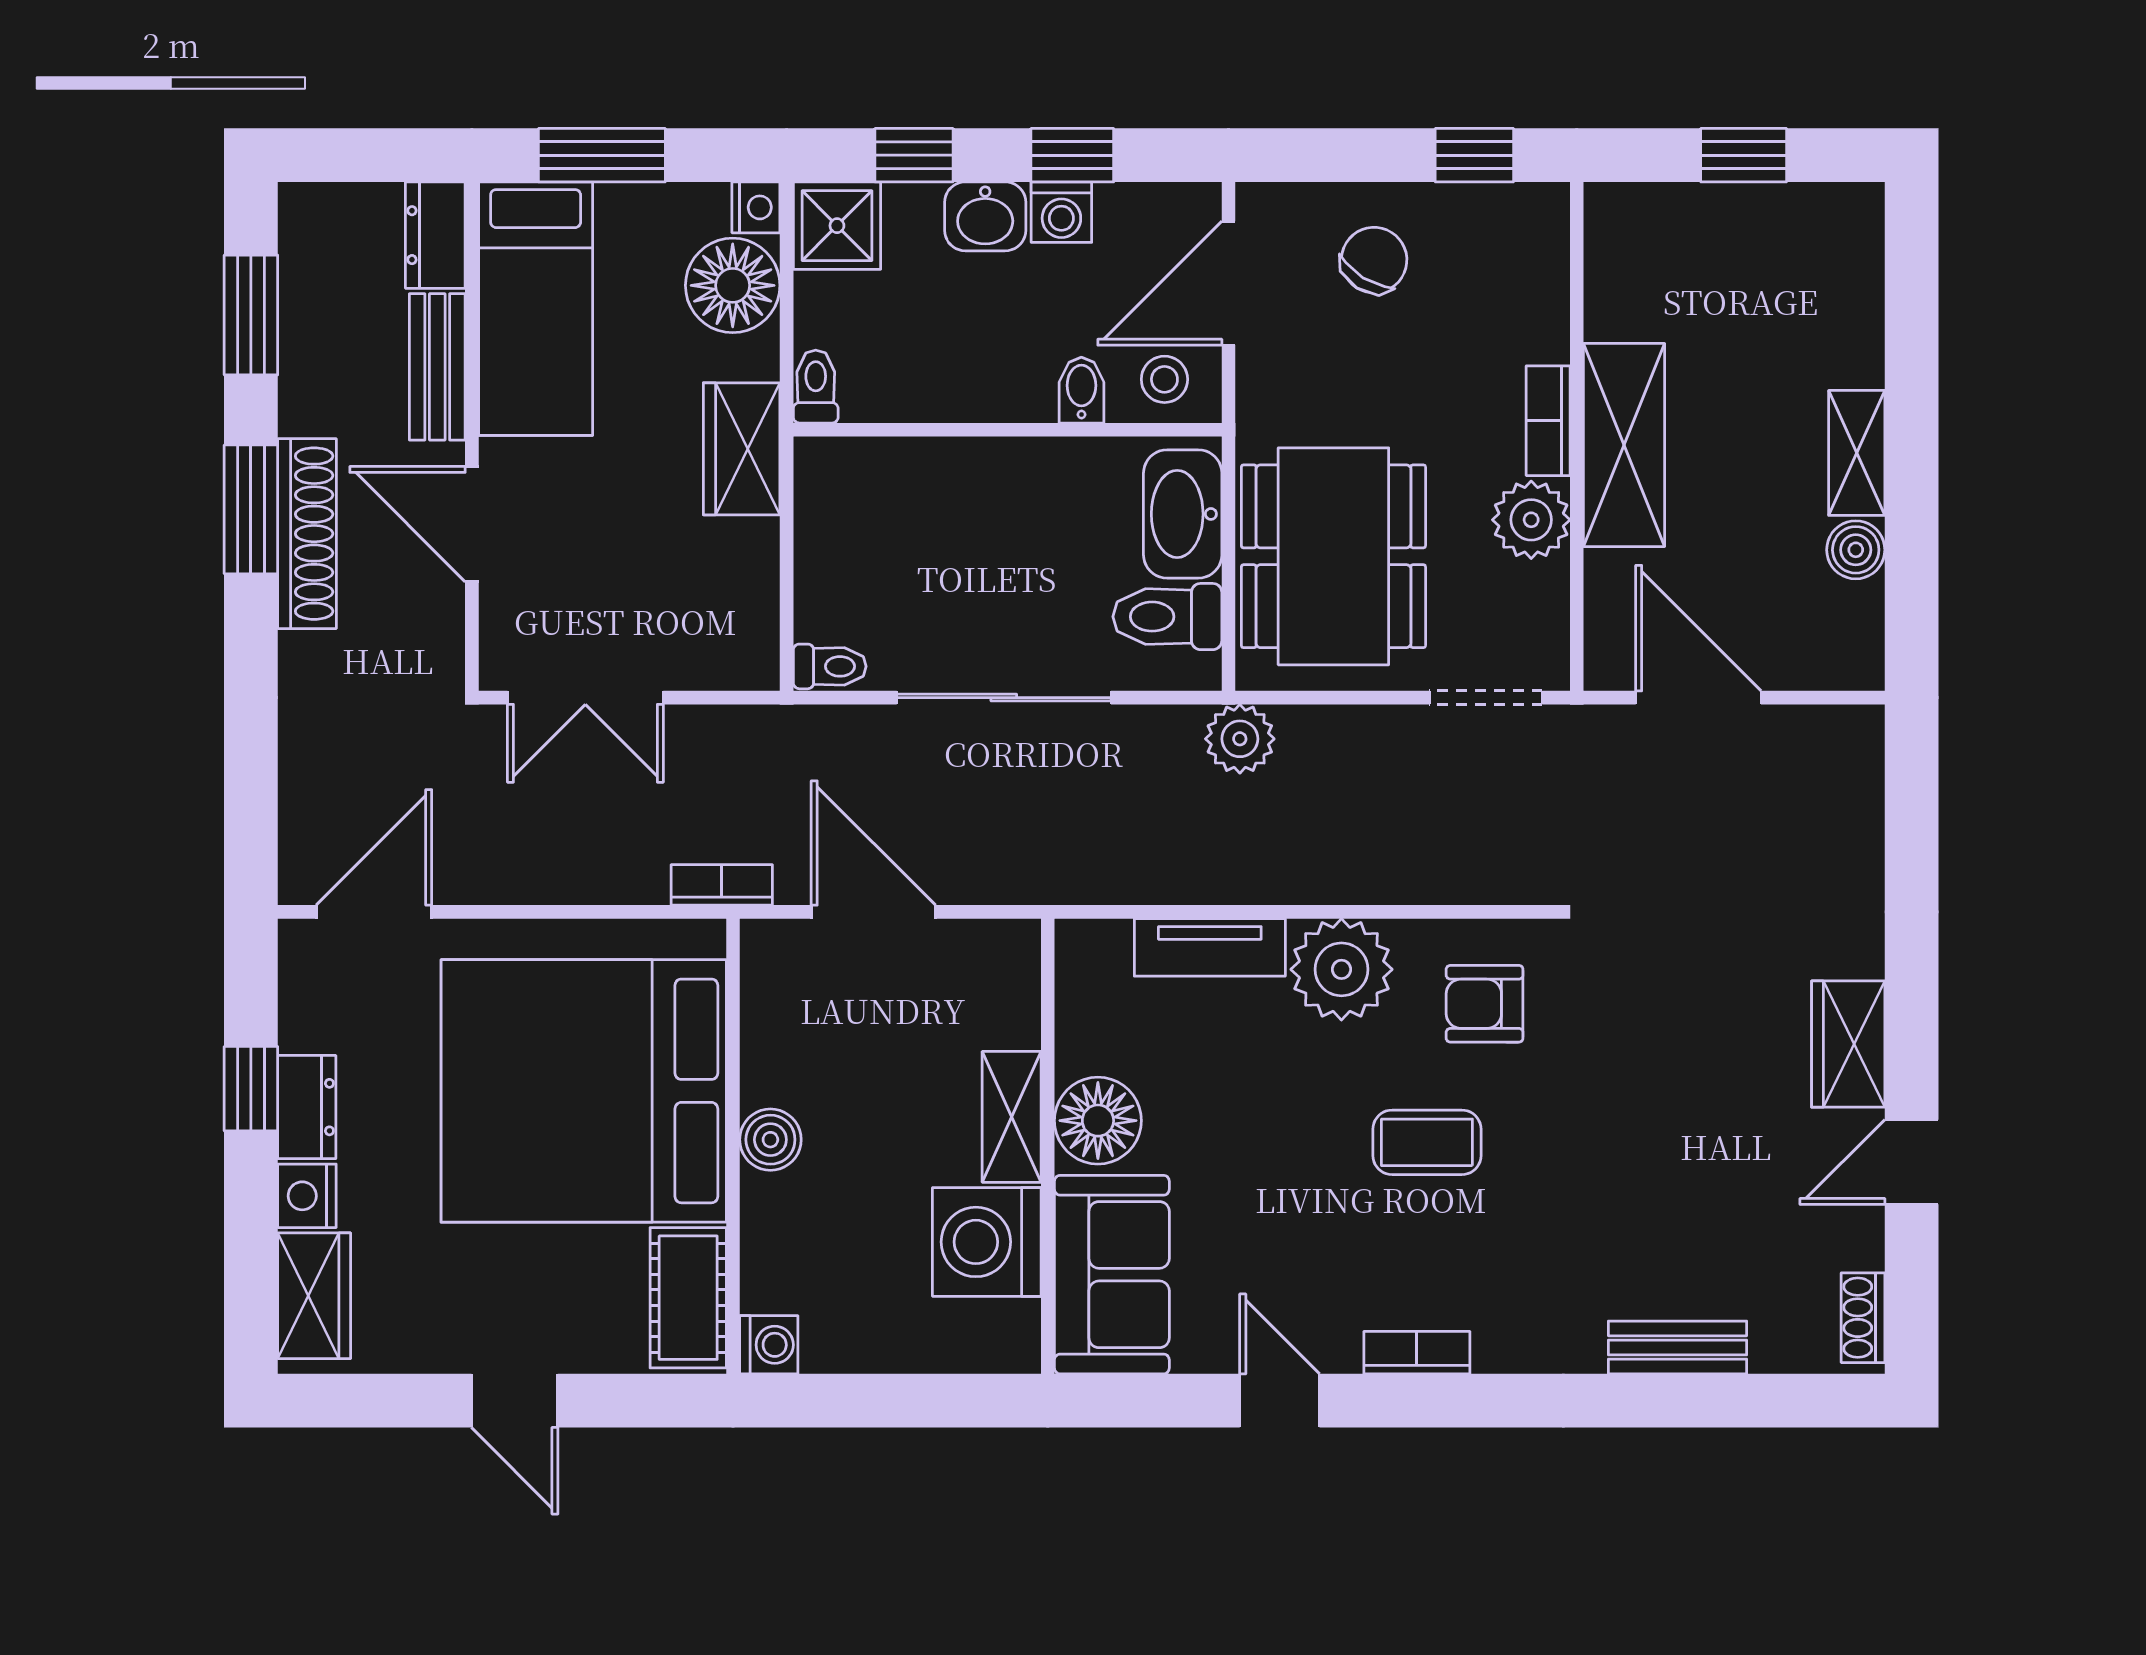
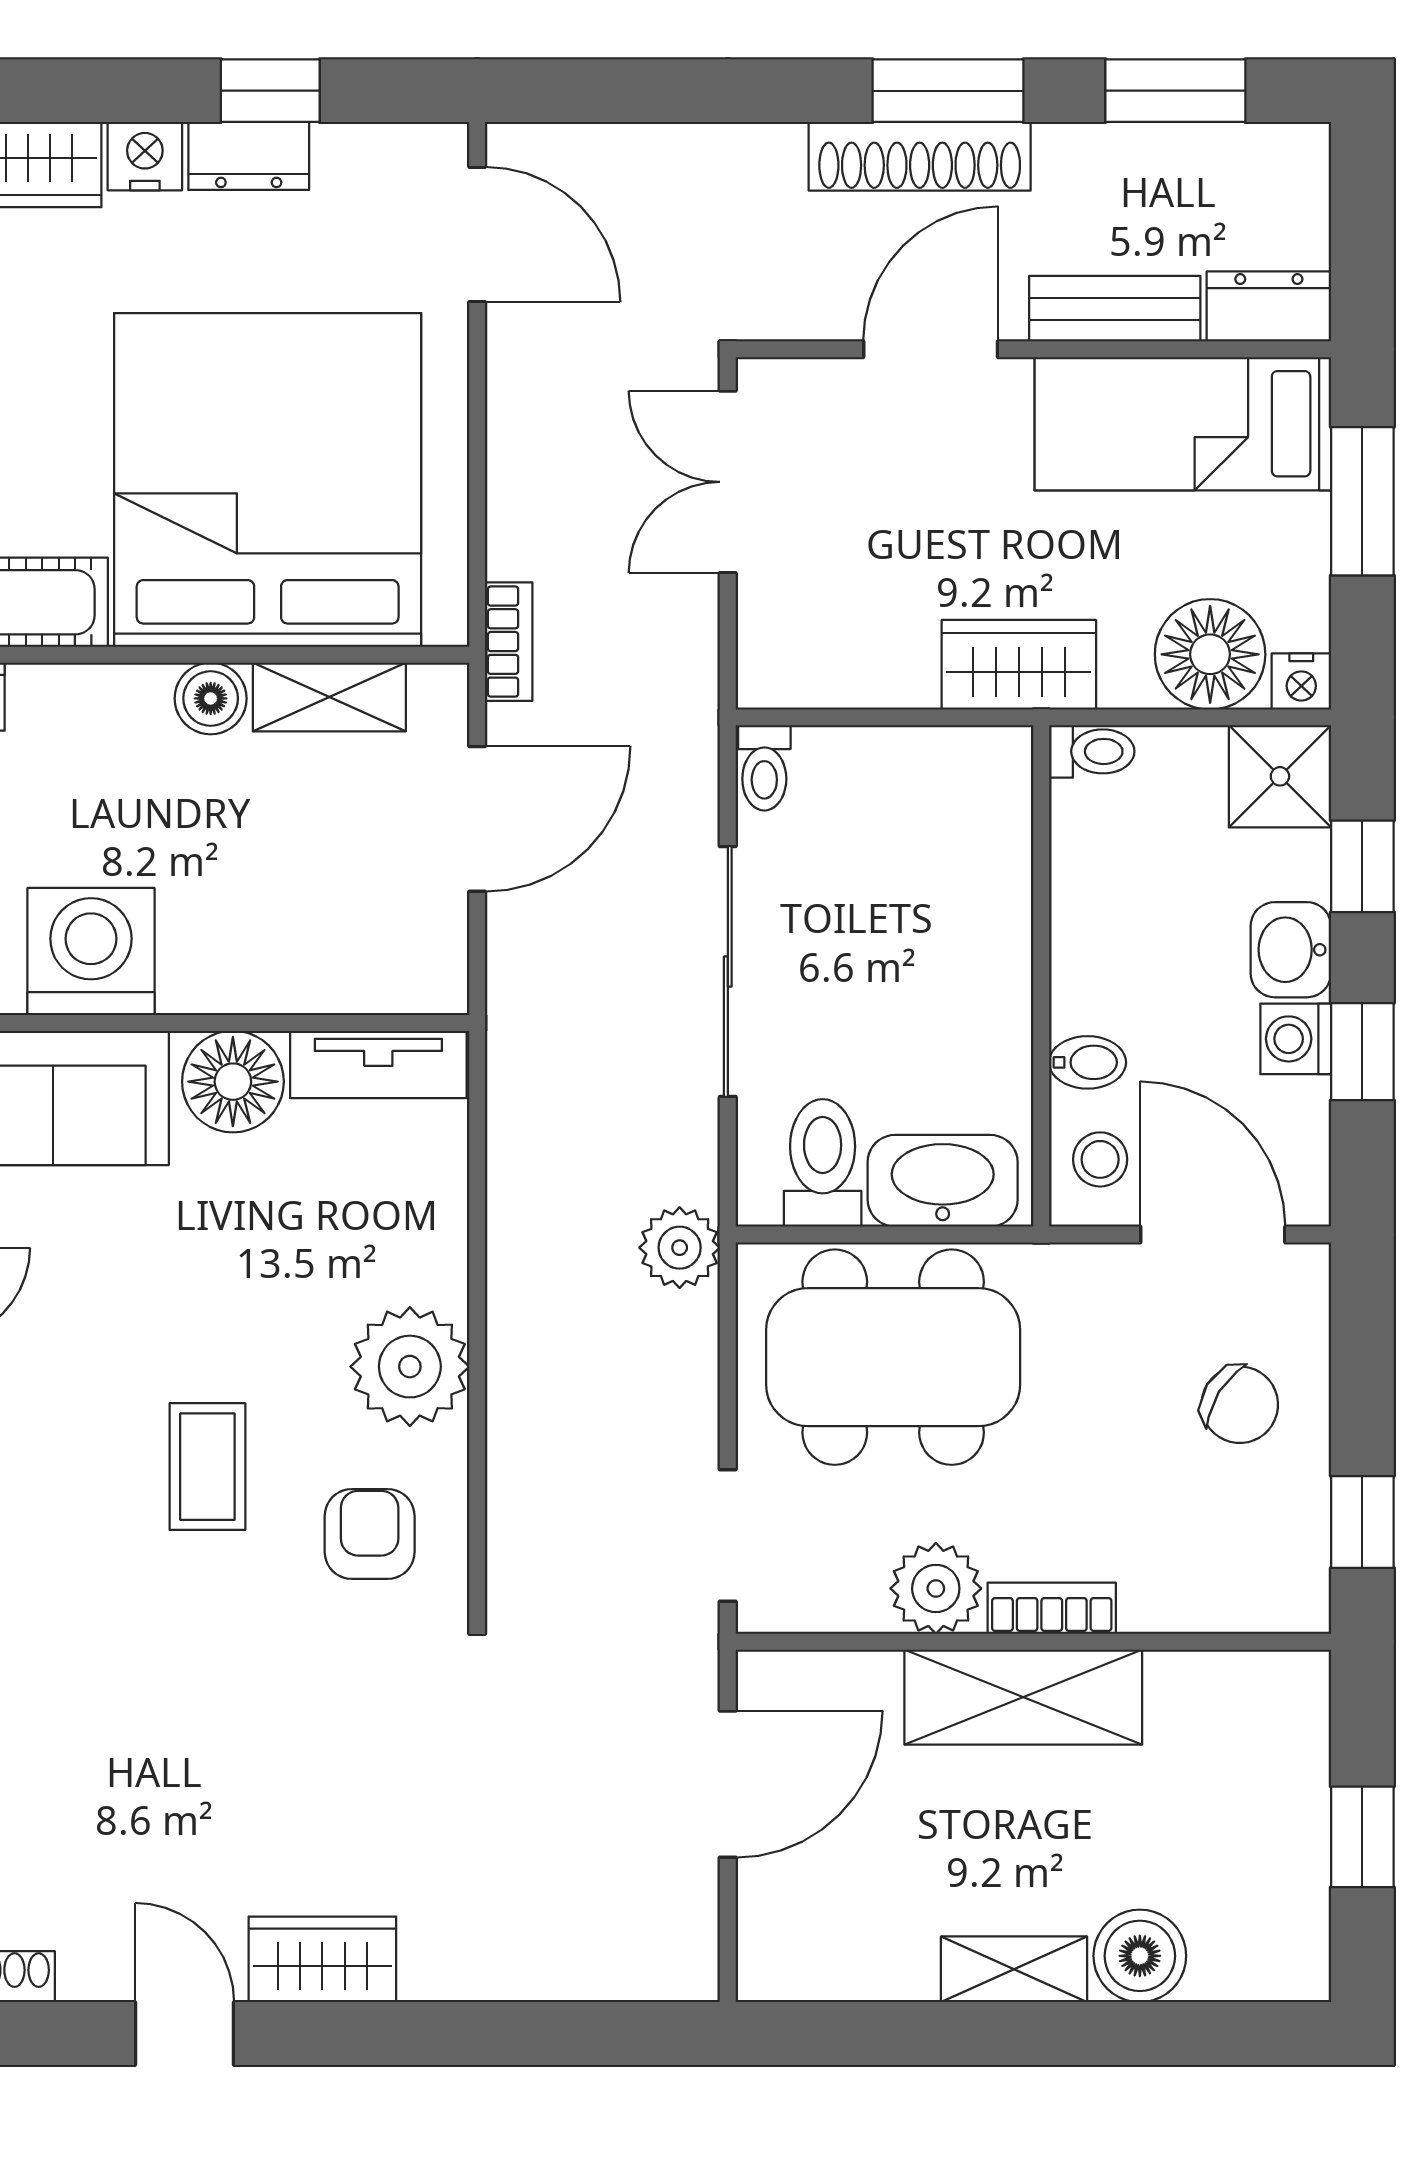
boiler: (1856, 550) -> (1140, 1956), moved, width x1.36, depth x1.36
tv unit: (1210, 947) -> (378, 1064), moved, turned -90
shelving: (1012, 1117) -> (329, 697), moved

